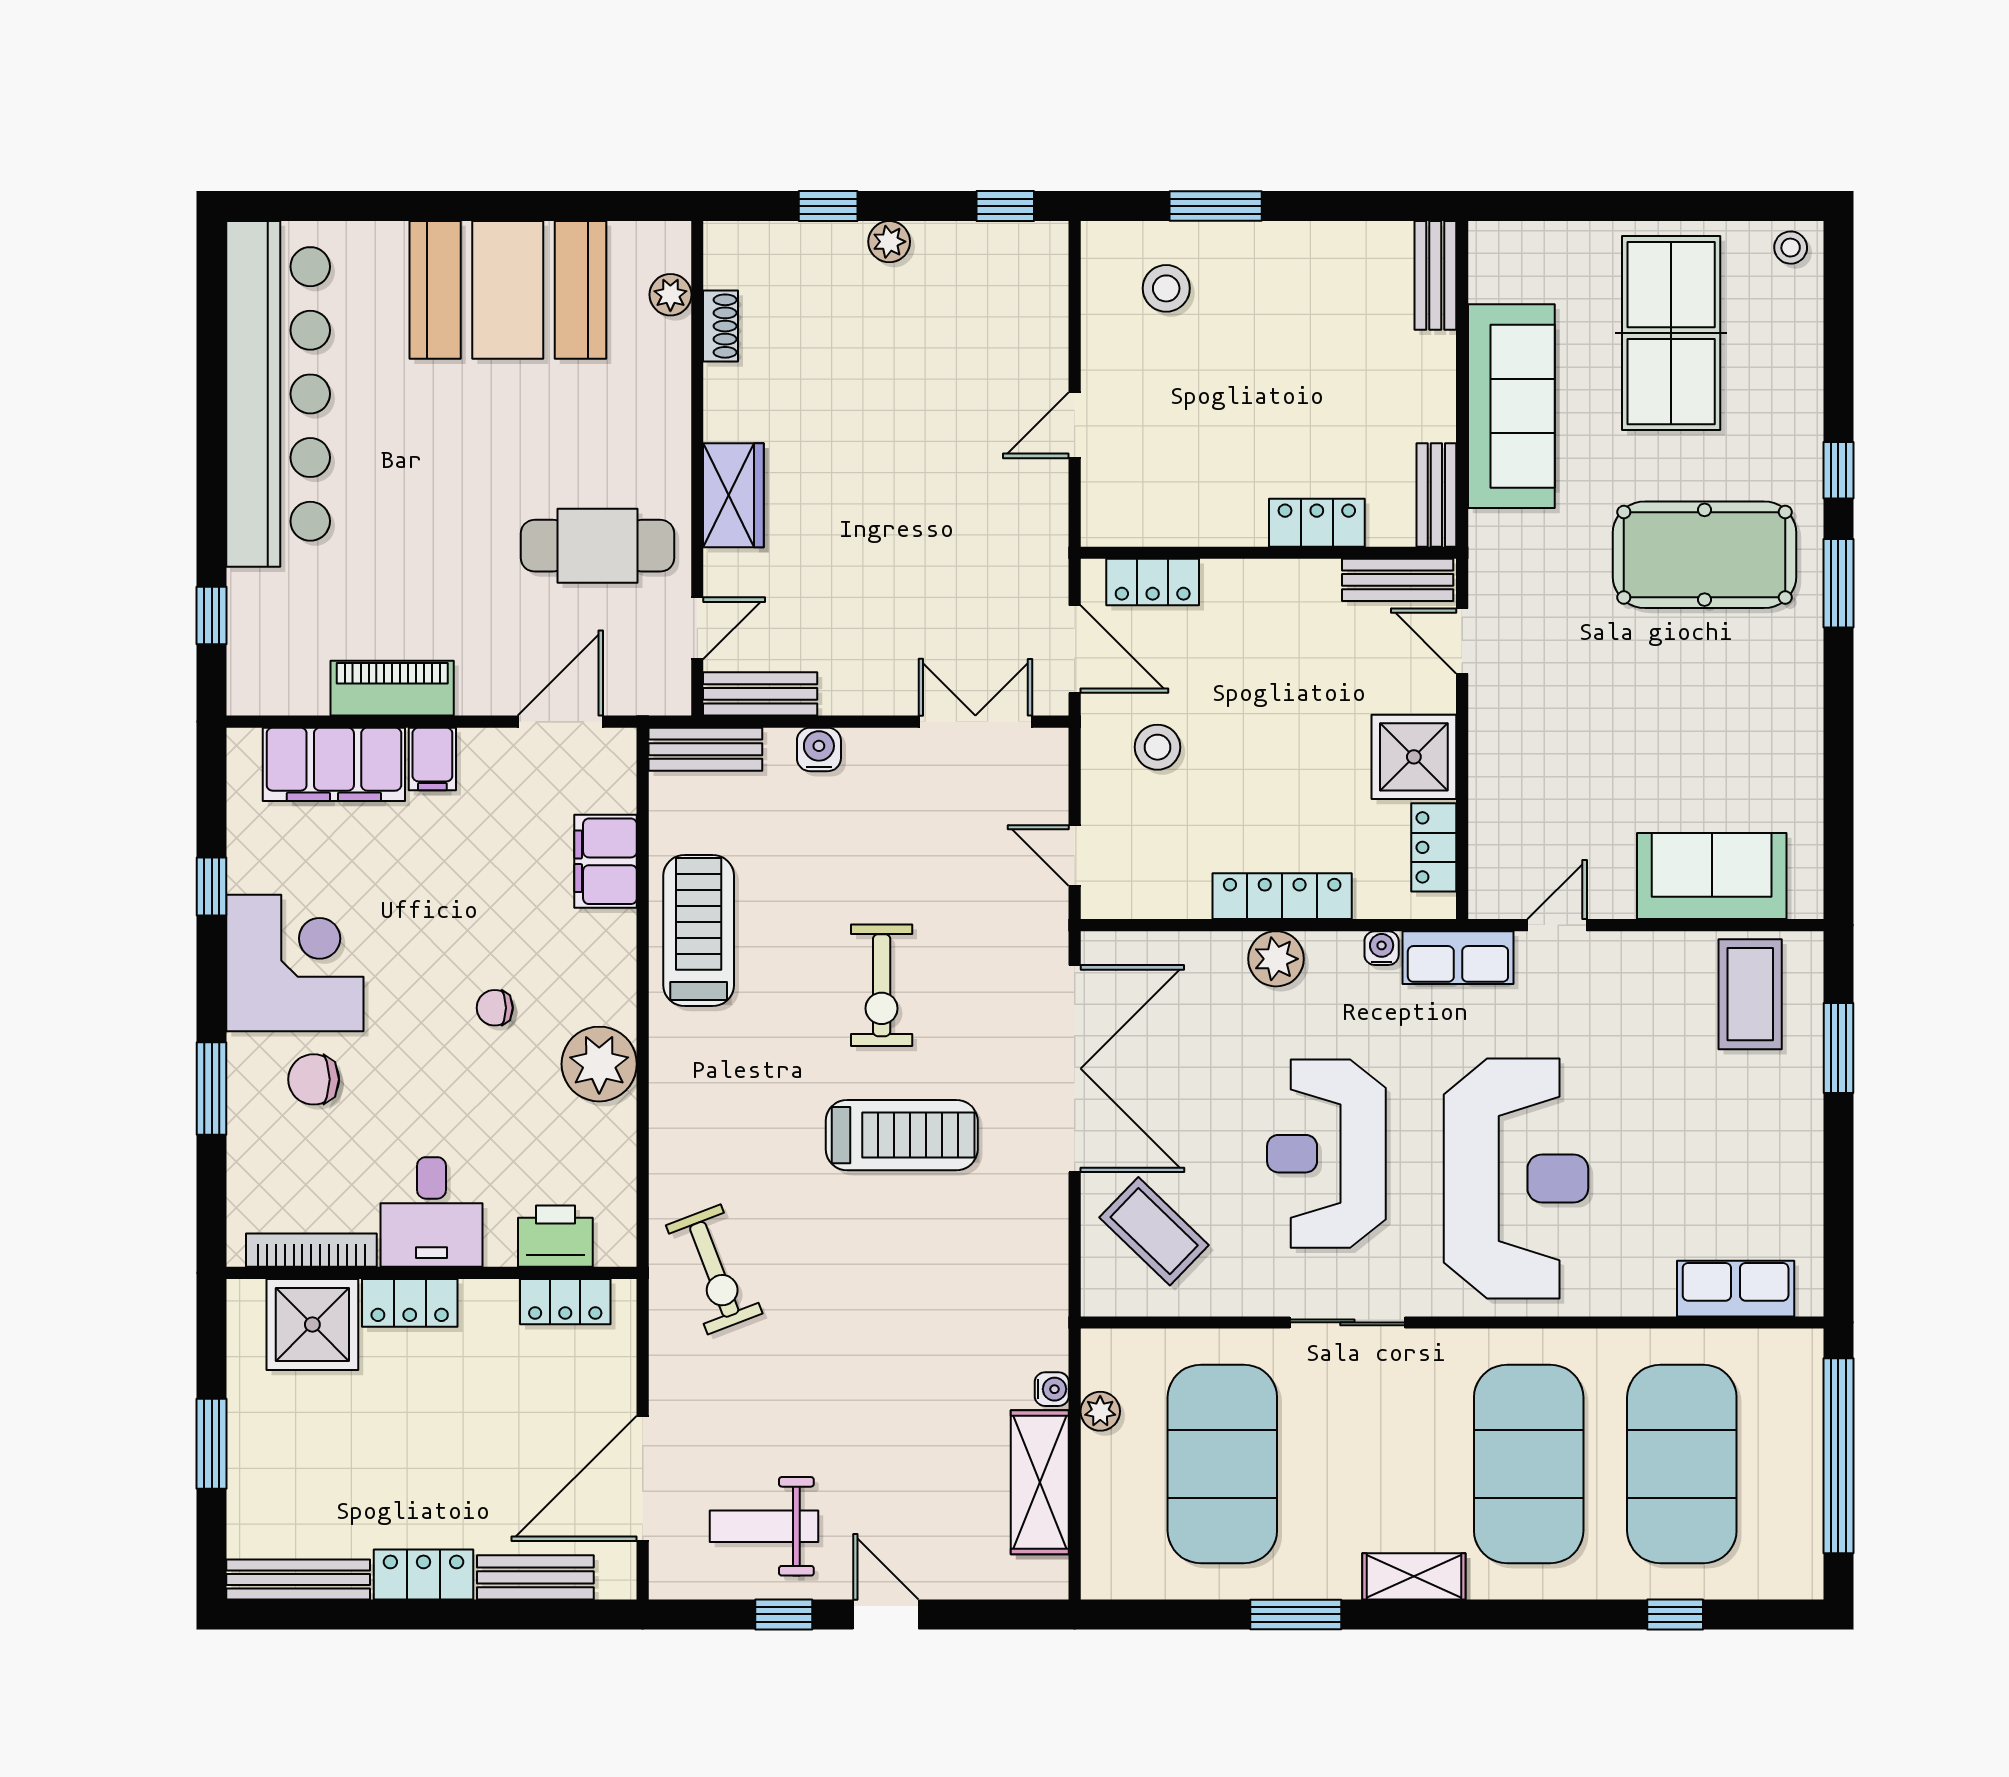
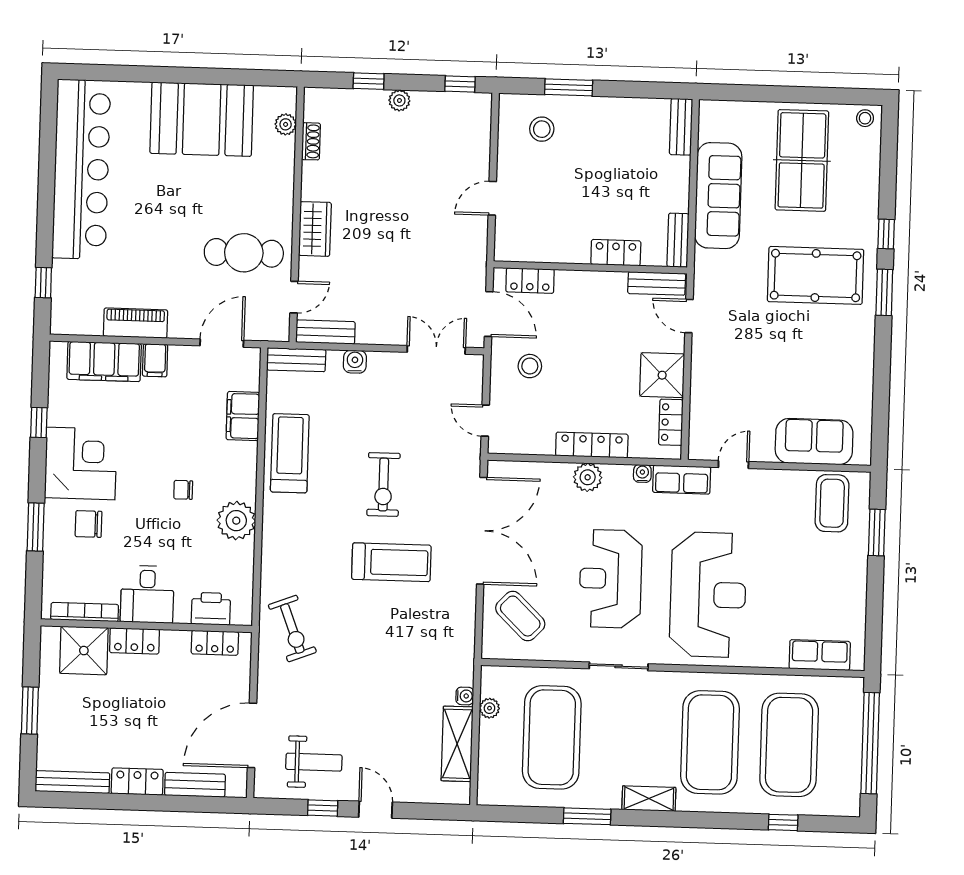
weight bench: (764, 1526) -> (314, 762), turned 180

